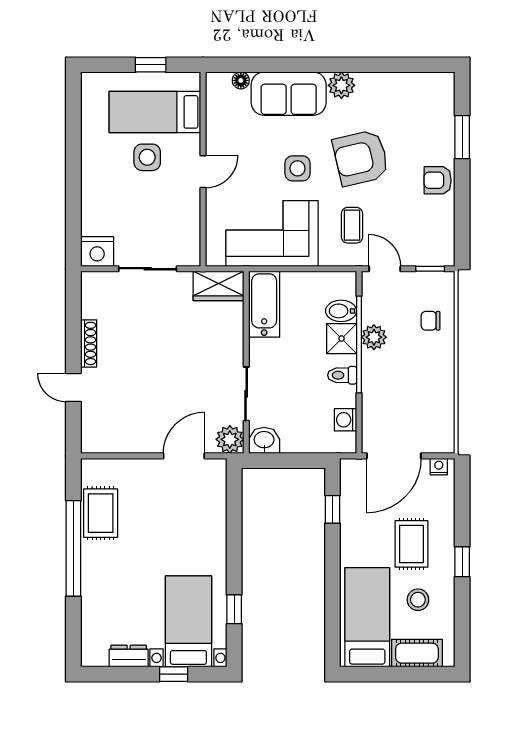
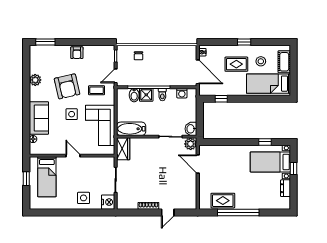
plant: (341, 85) -> (35, 80), moved
window: (462, 137) -> (45, 42), moved
side table: (147, 157) -> (84, 198), moved
plant: (374, 337) -> (146, 81), removed

